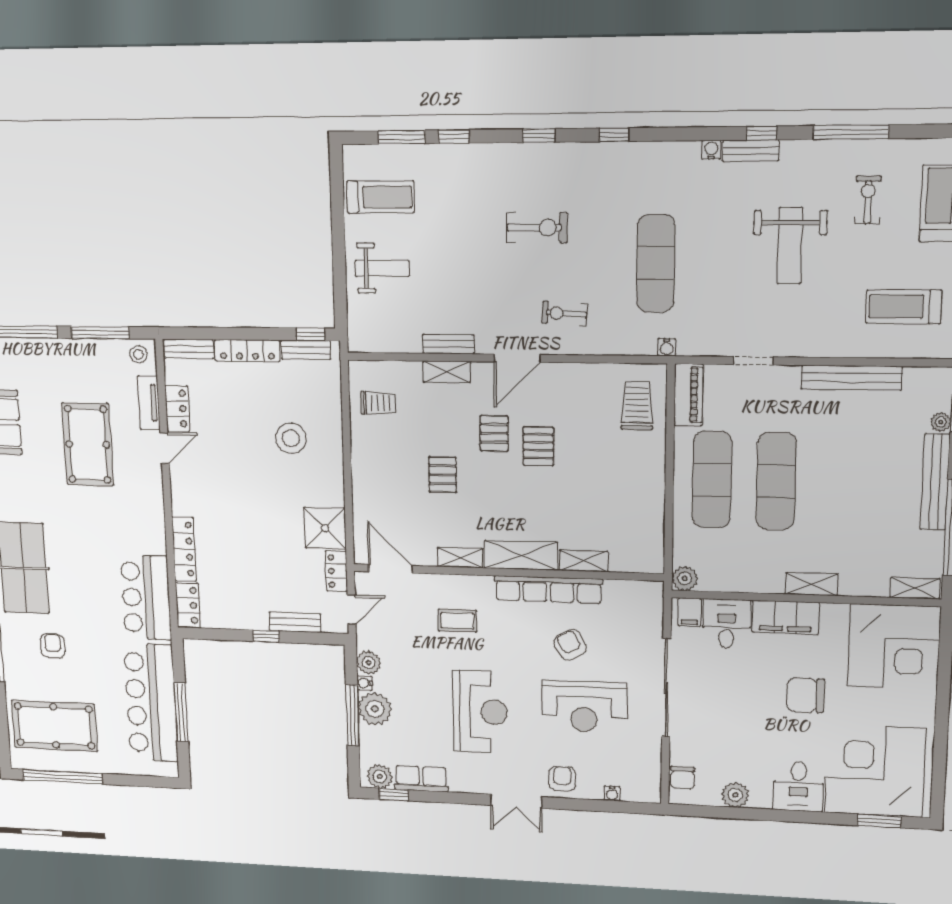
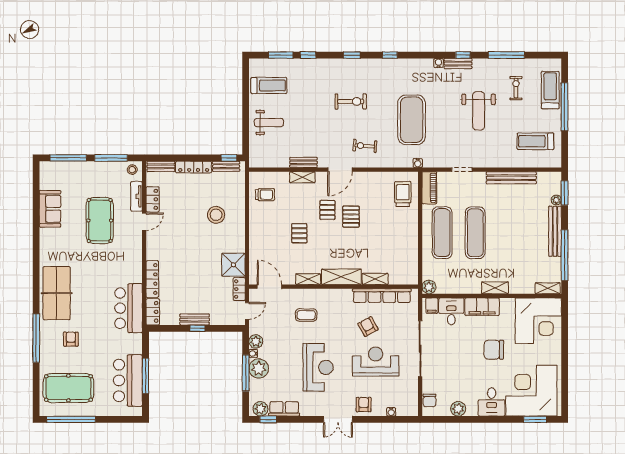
exercise mat: (656, 263) -> (412, 120), width x1.47
row of seats: (548, 590) -> (382, 296), moved
bench: (295, 622) -> (195, 319), moved
bar counter: (151, 703) -> (128, 380), width x0.73
reception desk: (584, 706) -> (376, 362), turned 180

